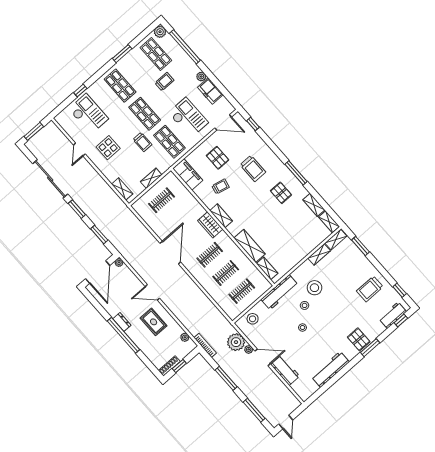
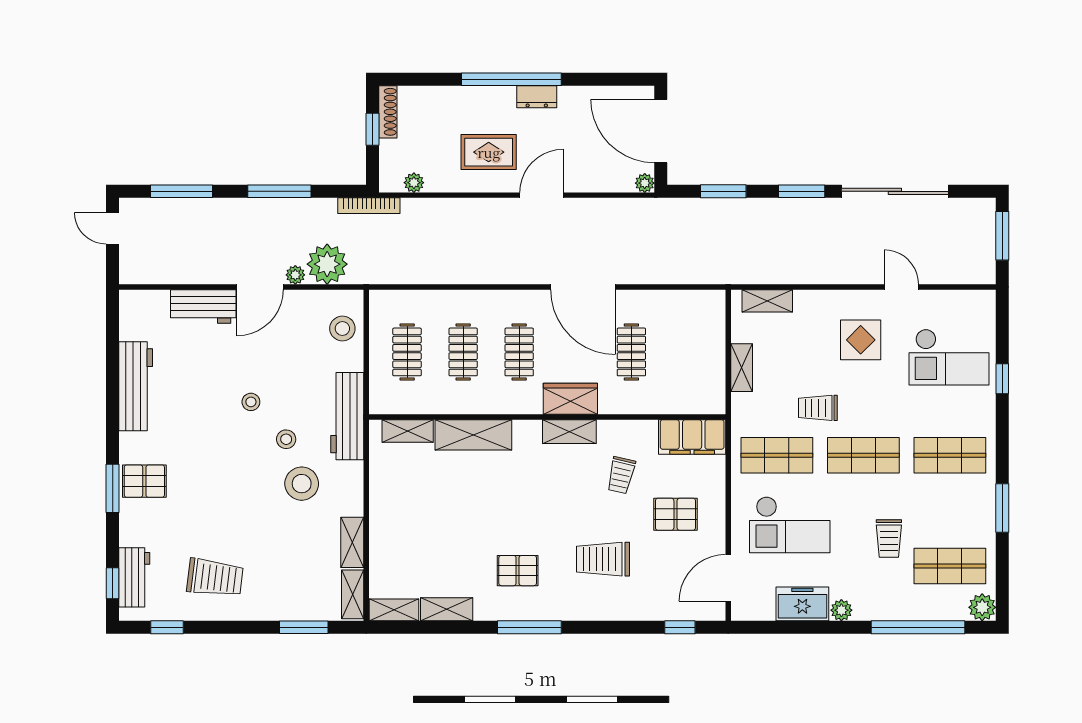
clothes rail: (162, 200) -> (631, 352), moved
trolley: (370, 289) -> (215, 578), turned 97

